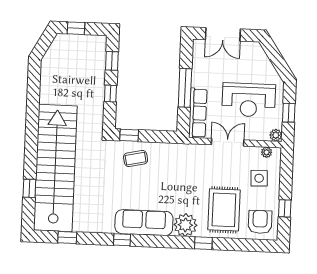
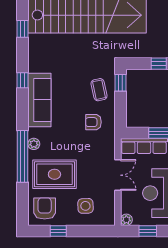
plant: (267, 152) -> (110, 212), removed
armchair: (170, 166) -> (93, 122), added
armchair: (260, 222) -> (45, 208), turned -90
plant: (185, 225) -> (34, 144), width x0.53, depth x0.53
window: (203, 243) -> (23, 156), width x3.17

